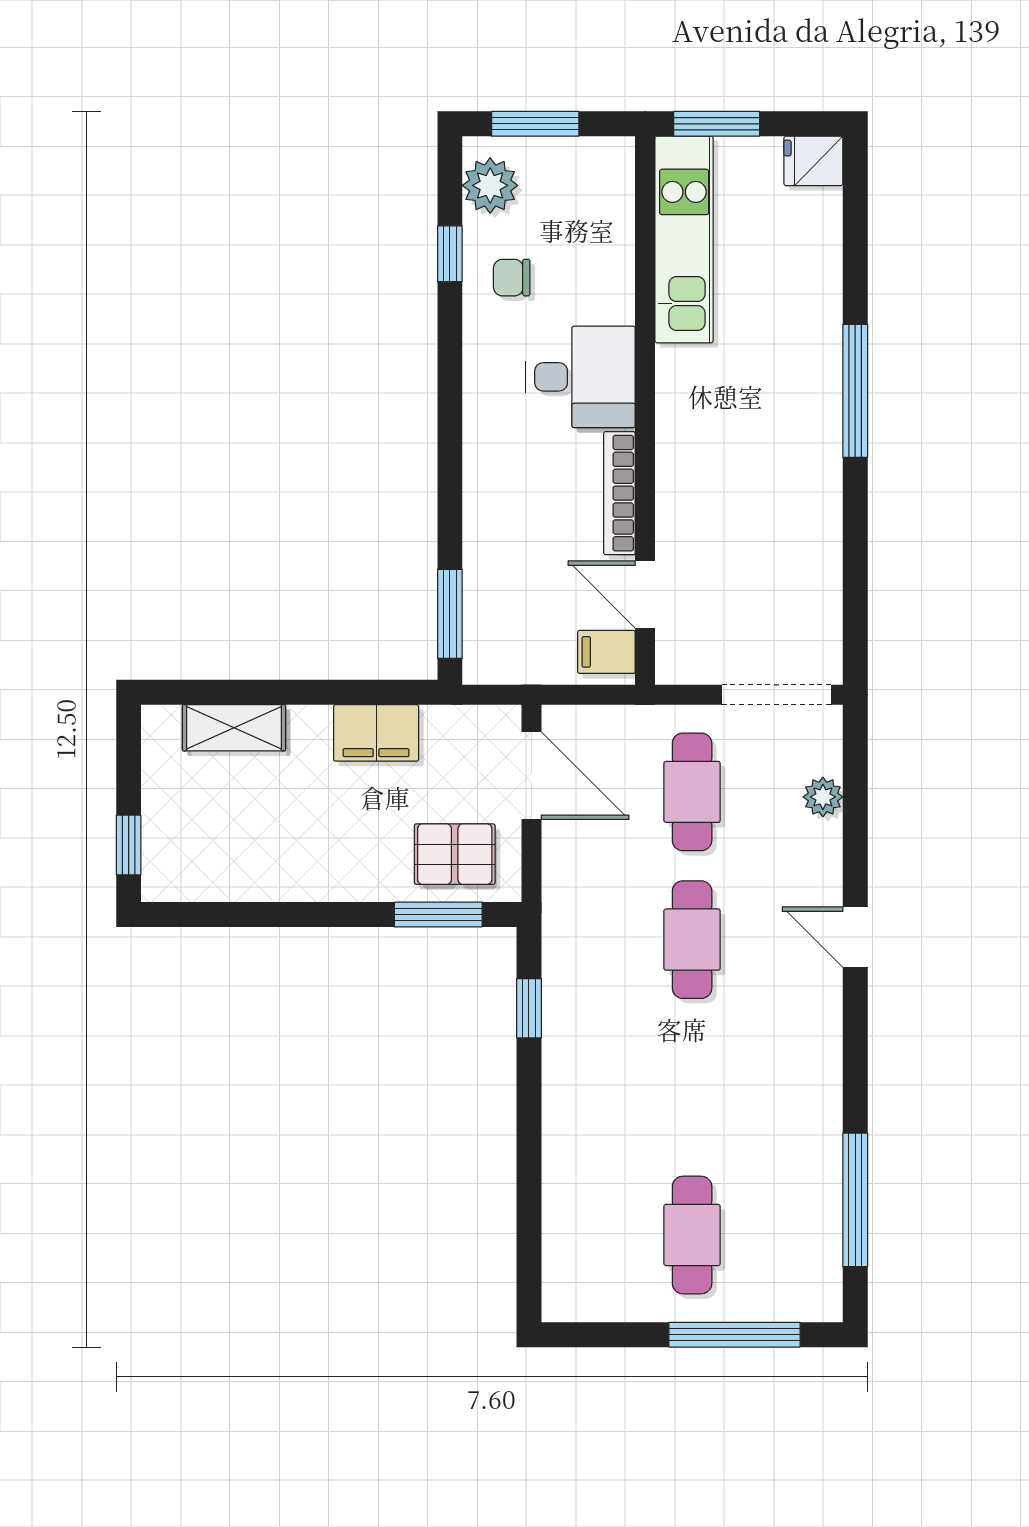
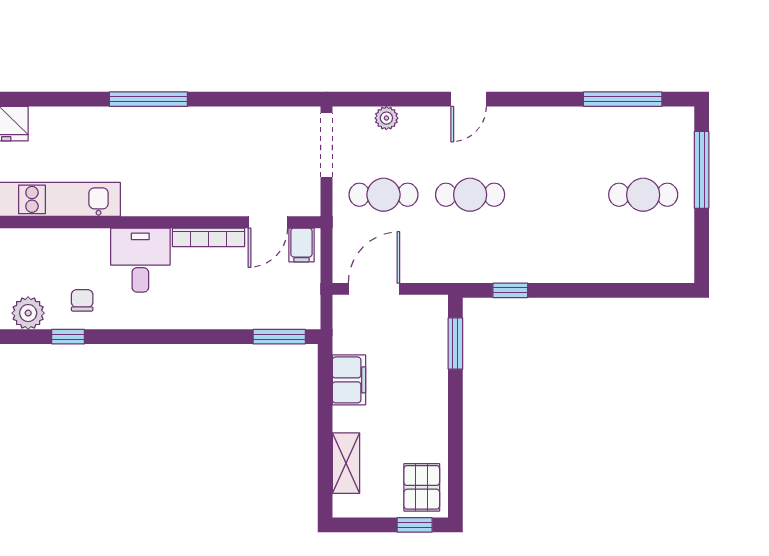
chair: (512, 278) -> (82, 300), turned 180
pallet: (455, 854) -> (422, 487), moved

